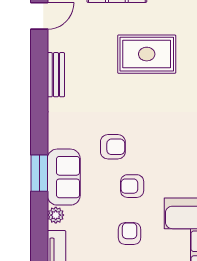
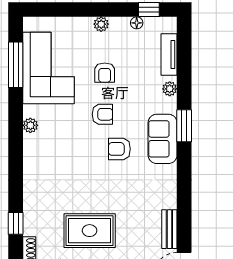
bench: (56, 75) -> (169, 229), moved
sofa: (64, 177) -> (163, 139), moved

